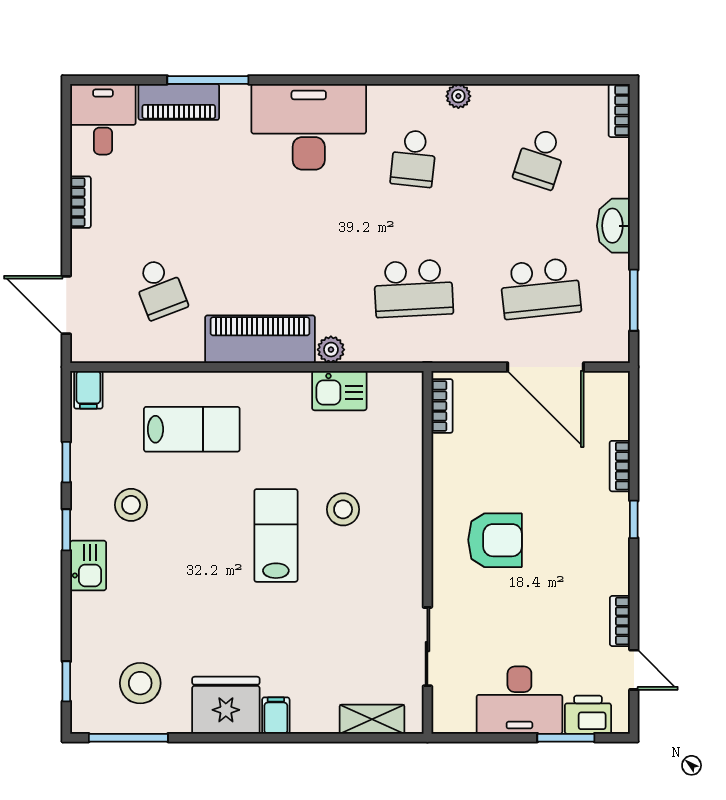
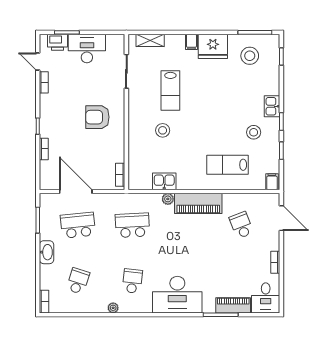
lab bench: (276, 535) -> (170, 91), moved

